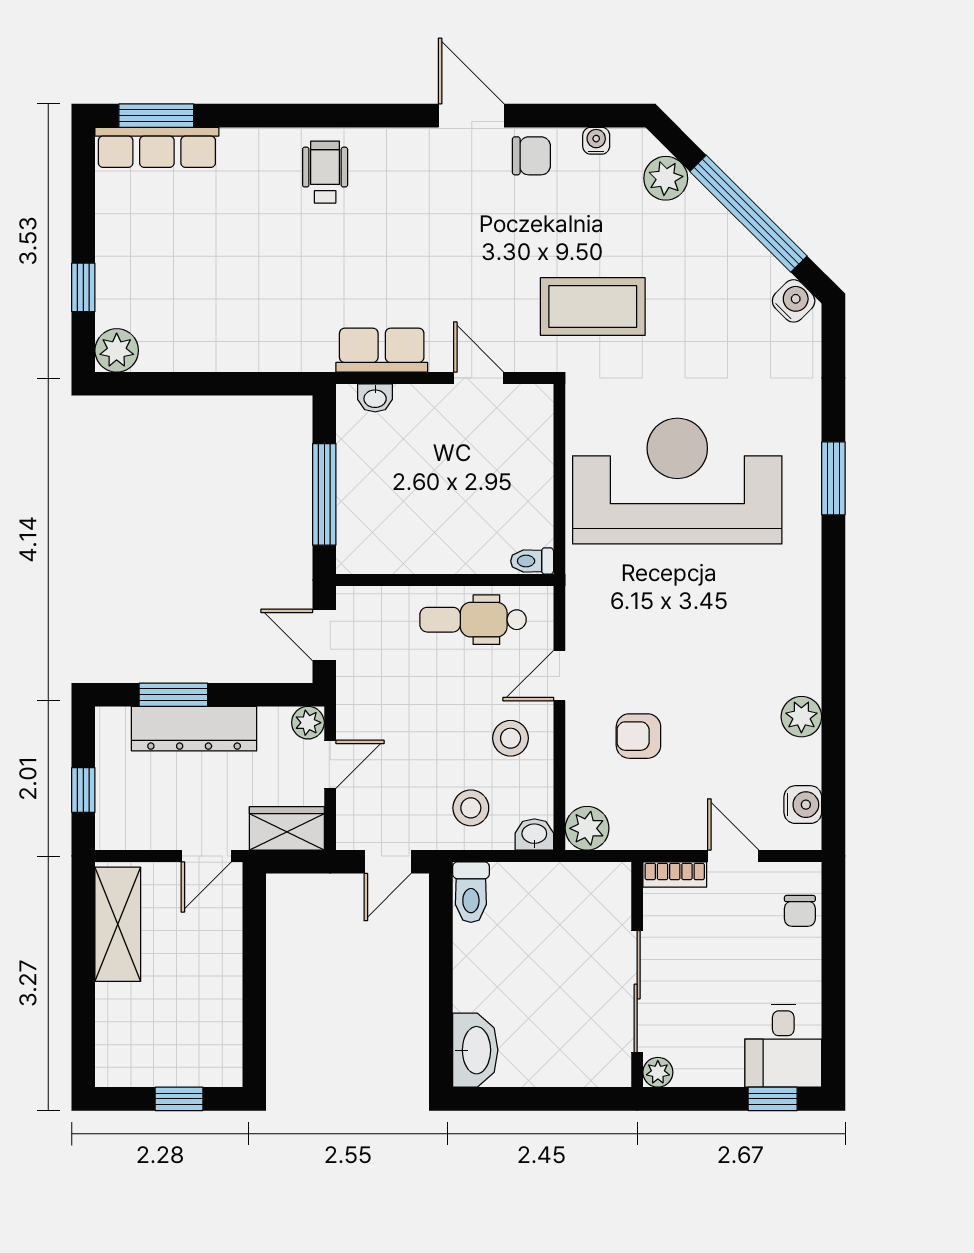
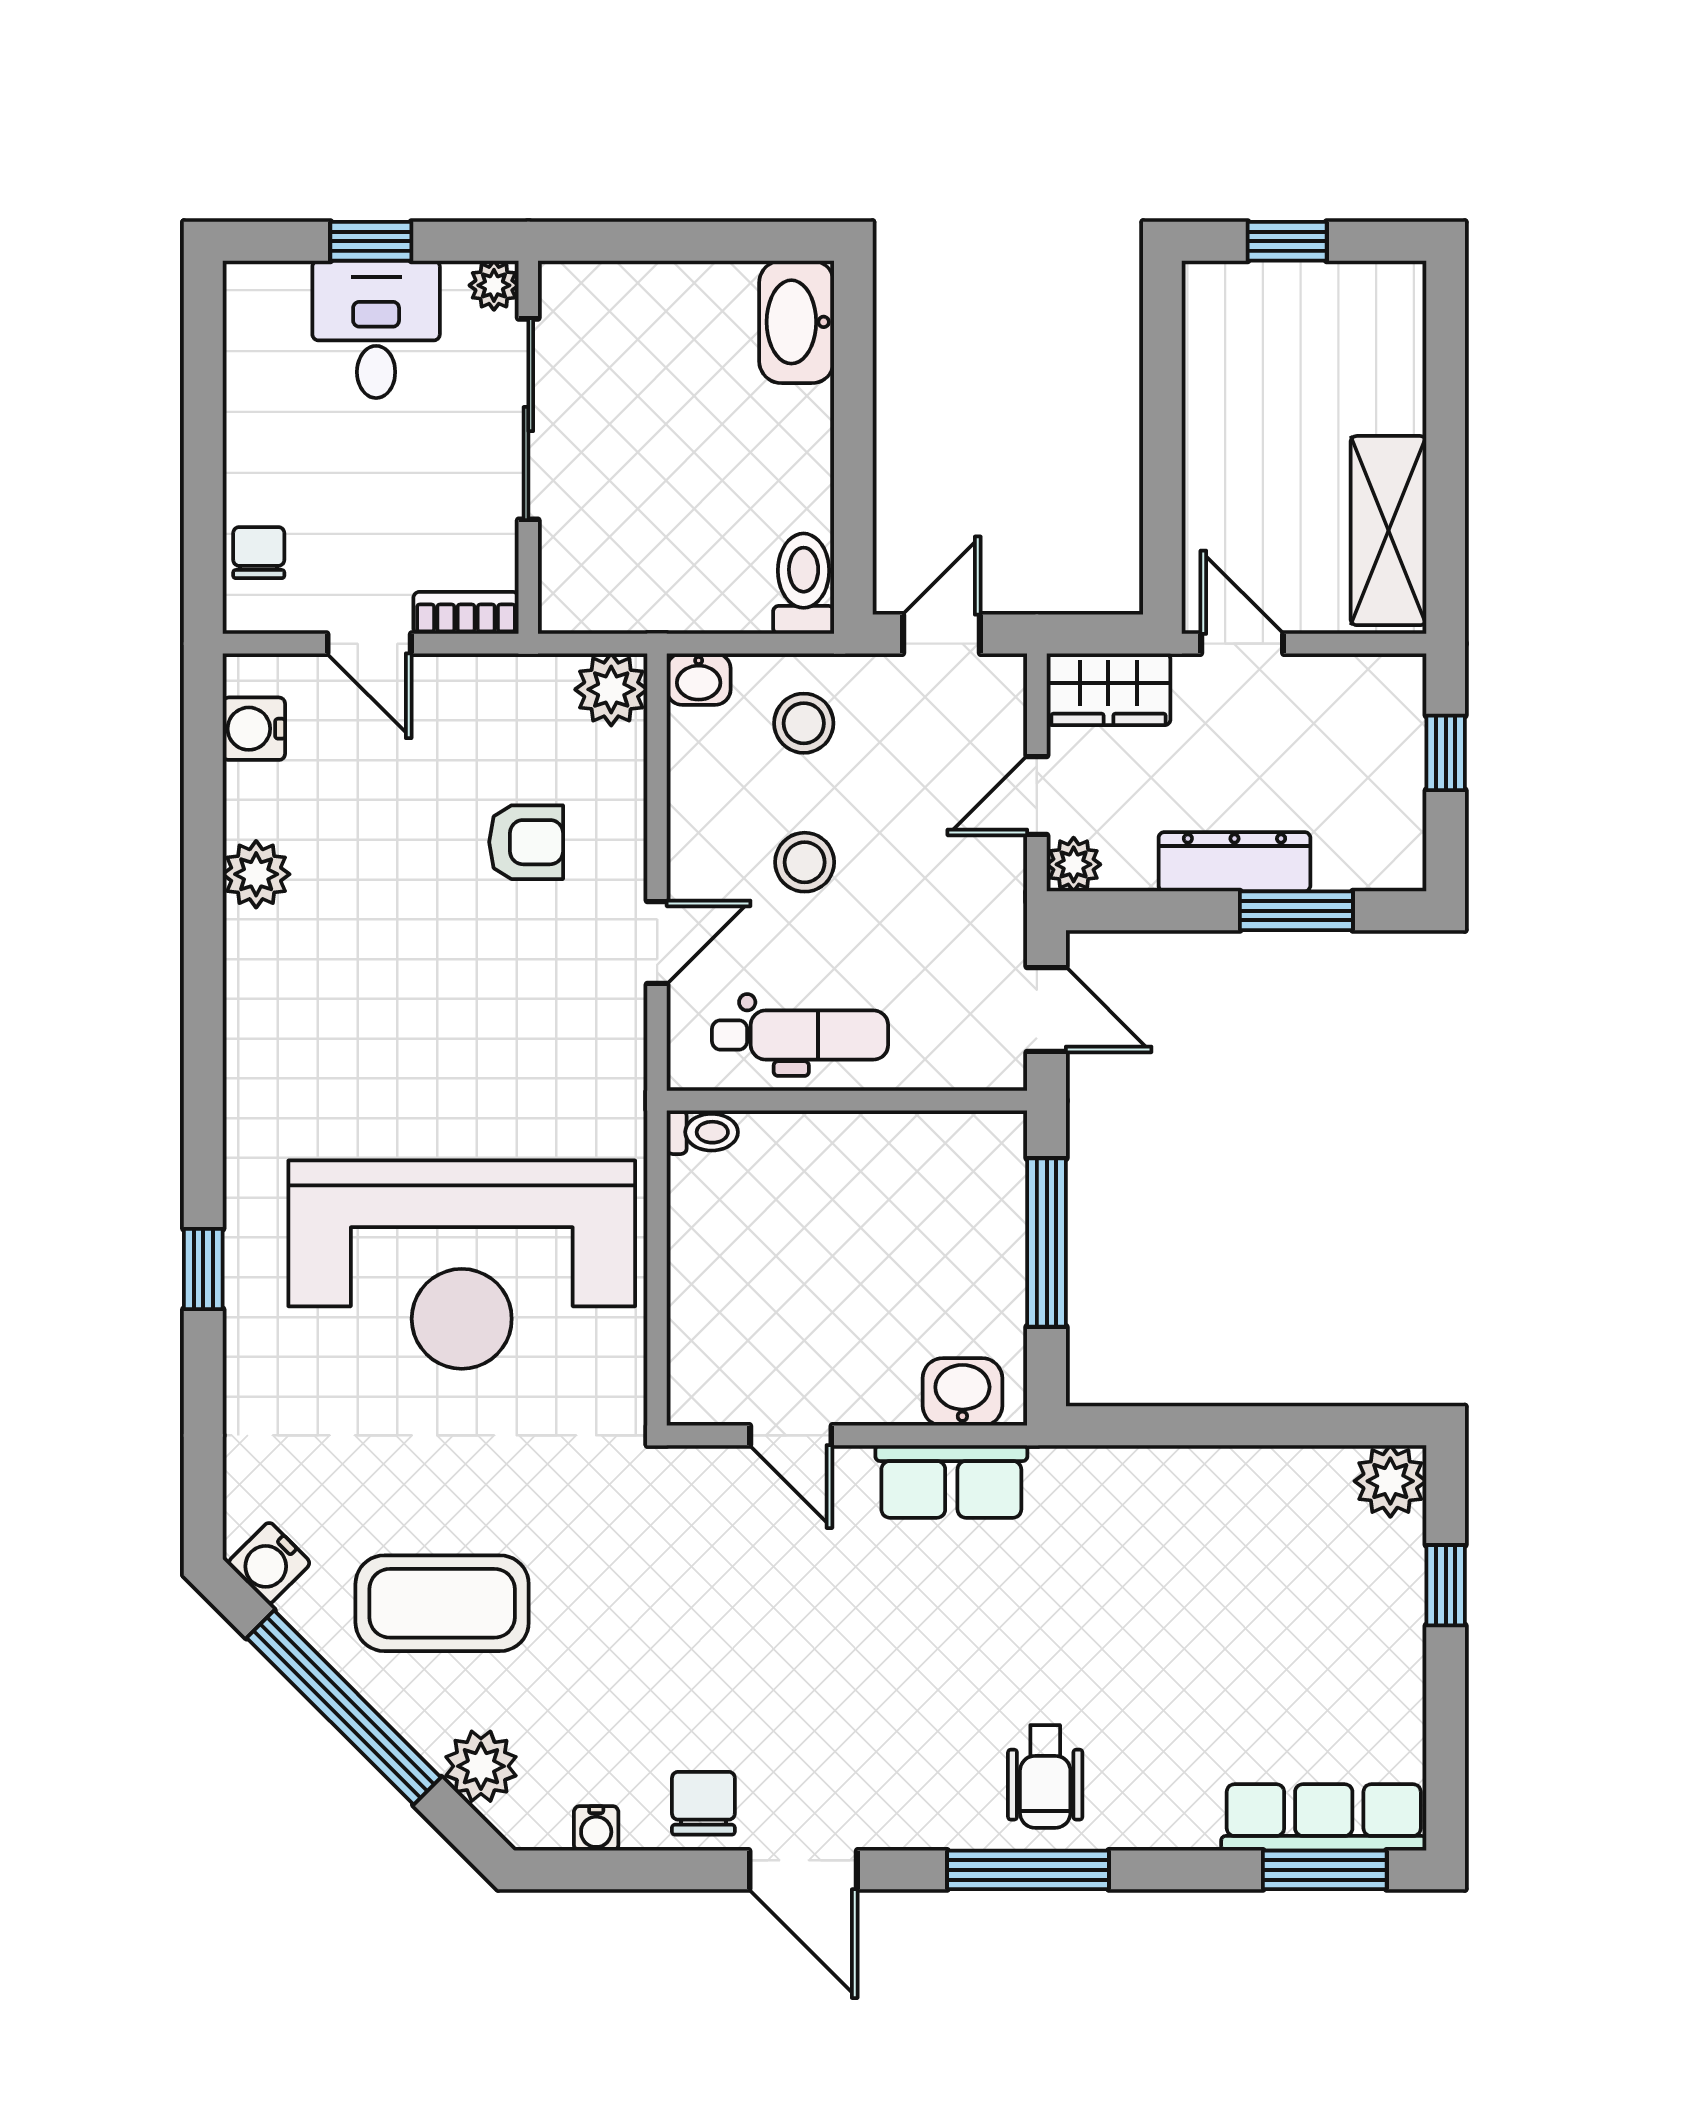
window: (335, 116) -> (1028, 1870), added
chair: (531, 156) -> (703, 1803), turned 90
coffee table: (593, 307) -> (442, 1603), moved
washbasin: (375, 398) -> (962, 1392), width x1.38, depth x1.45
window: (833, 478) -> (203, 1269), width x0.67
dresser: (194, 729) -> (1234, 862), width x0.73, depth x0.80
stool: (511, 738) -> (805, 862), moved
door: (206, 856) -> (1242, 644), hinge flipped
desk: (783, 1046) -> (376, 329), moved
window: (773, 1099) -> (371, 241), moved

